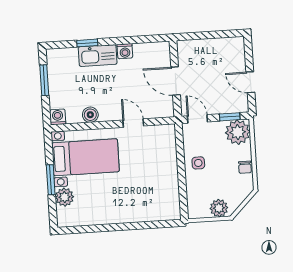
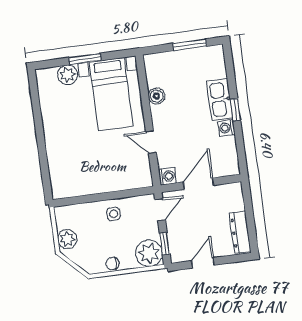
window: (87, 43) -> (235, 110), moved
dresser: (224, 45) -> (240, 232), added
washing machine: (58, 117) -> (167, 176), moved
door: (133, 123) -> (151, 142), swing flipped

